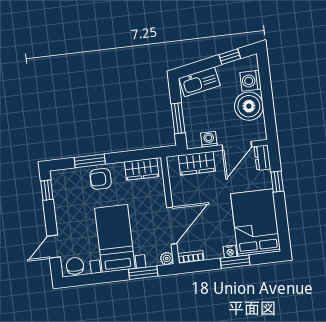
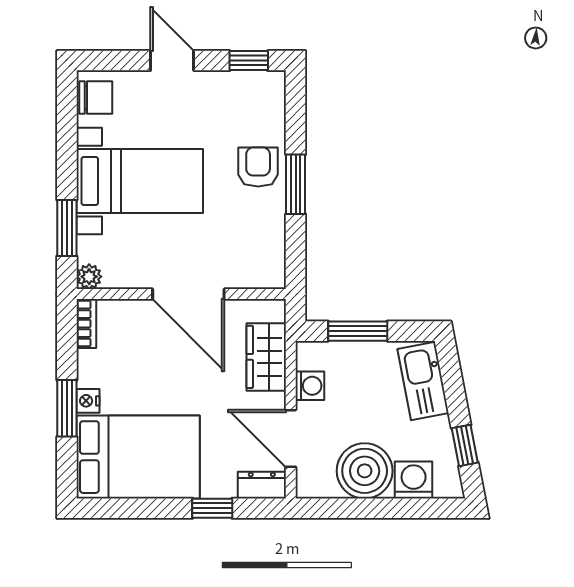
window: (90, 161) -> (296, 184), moved
wardrobe: (142, 169) -> (268, 249), removed
door: (172, 226) -> (188, 294), moved
door: (54, 247) -> (172, 61), moved

